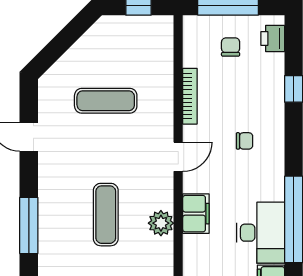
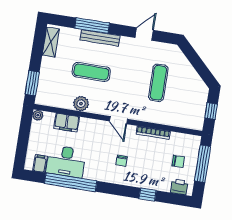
bench: (47, 209) -> (100, 38), added
filing cabinet: (196, 214) -> (67, 123), moved

